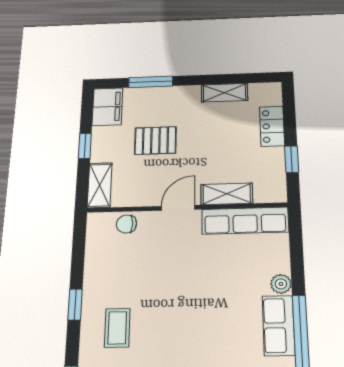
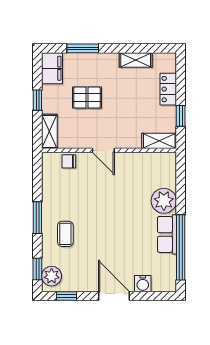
shelving: (227, 194) -> (159, 141), moved
door: (178, 208) -> (103, 150), swing flipped
row of seats: (245, 221) -> (148, 161), removed
plant: (281, 284) -> (164, 201), width x1.87, depth x1.87
window: (75, 304) -> (37, 218), width x1.50

